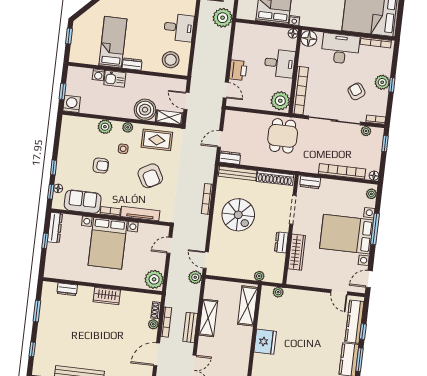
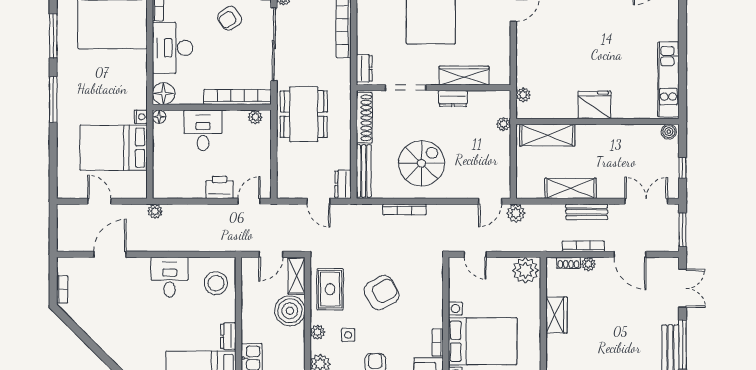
plant: (223, 18) -> (155, 211), width x0.53, depth x0.53
plant: (280, 101) -> (255, 117), width x0.53, depth x0.53
dining table: (283, 136) -> (304, 114), width x1.38
tv unit: (140, 214) -> (436, 301), removed
wardrobe: (107, 296) -> (557, 315), moved

